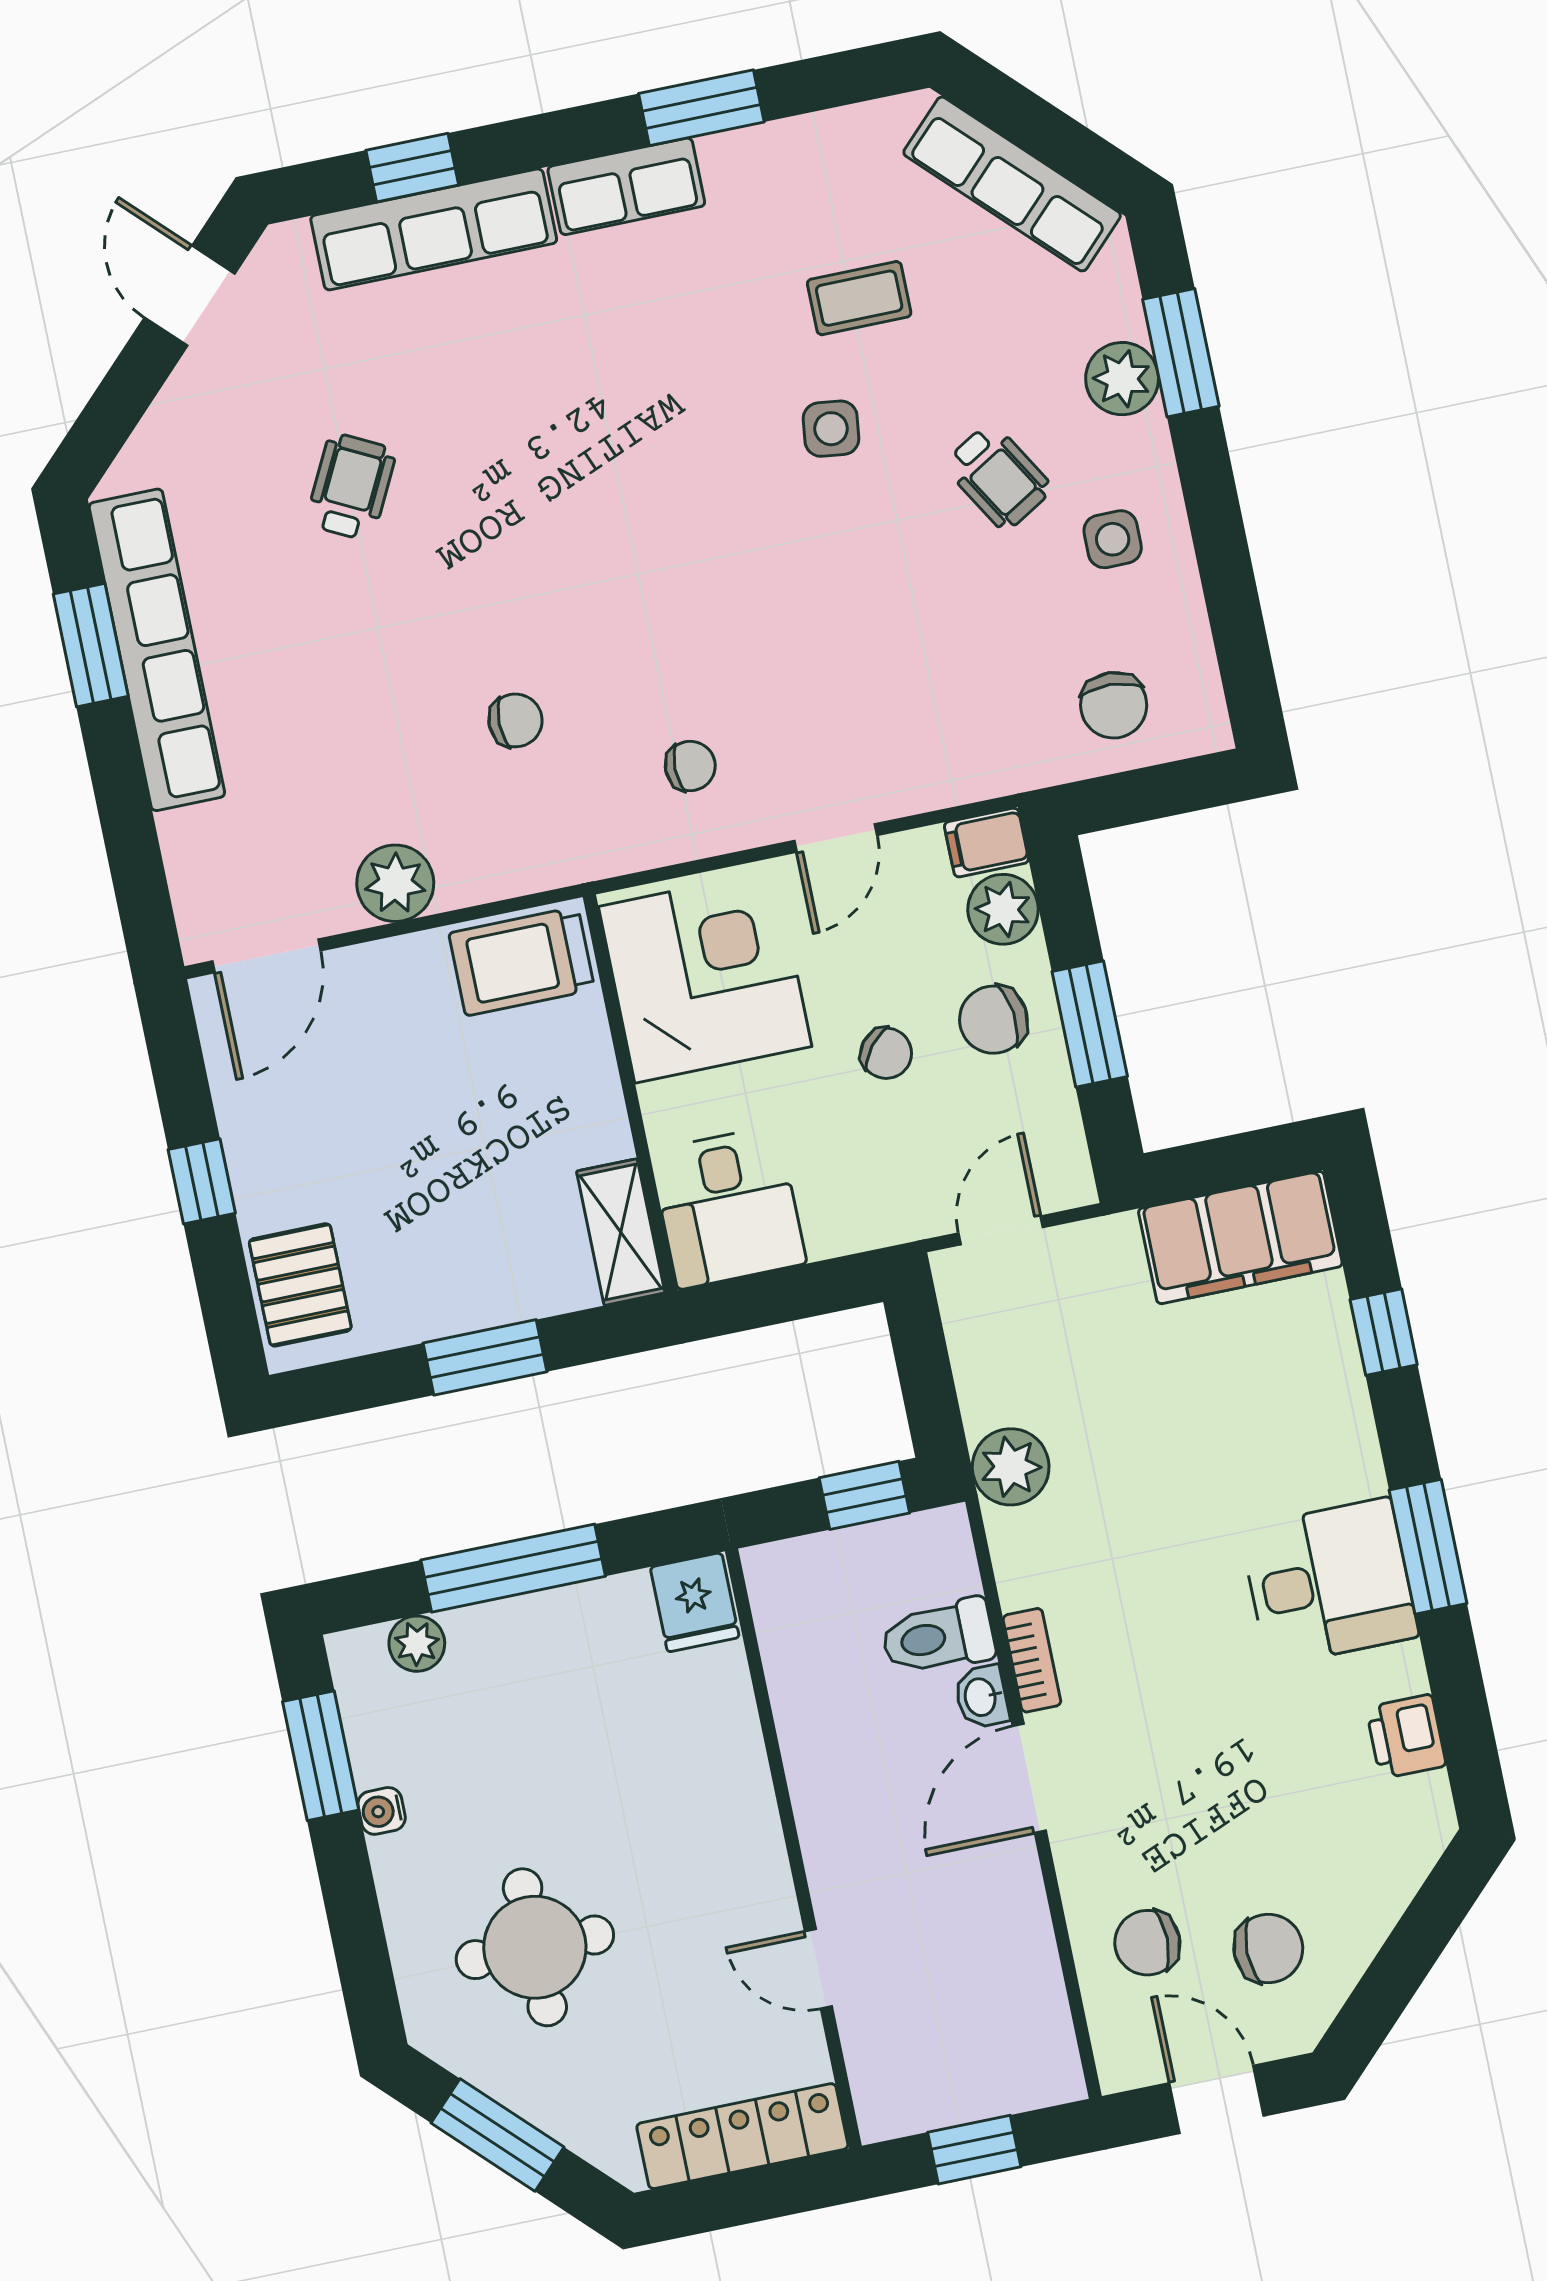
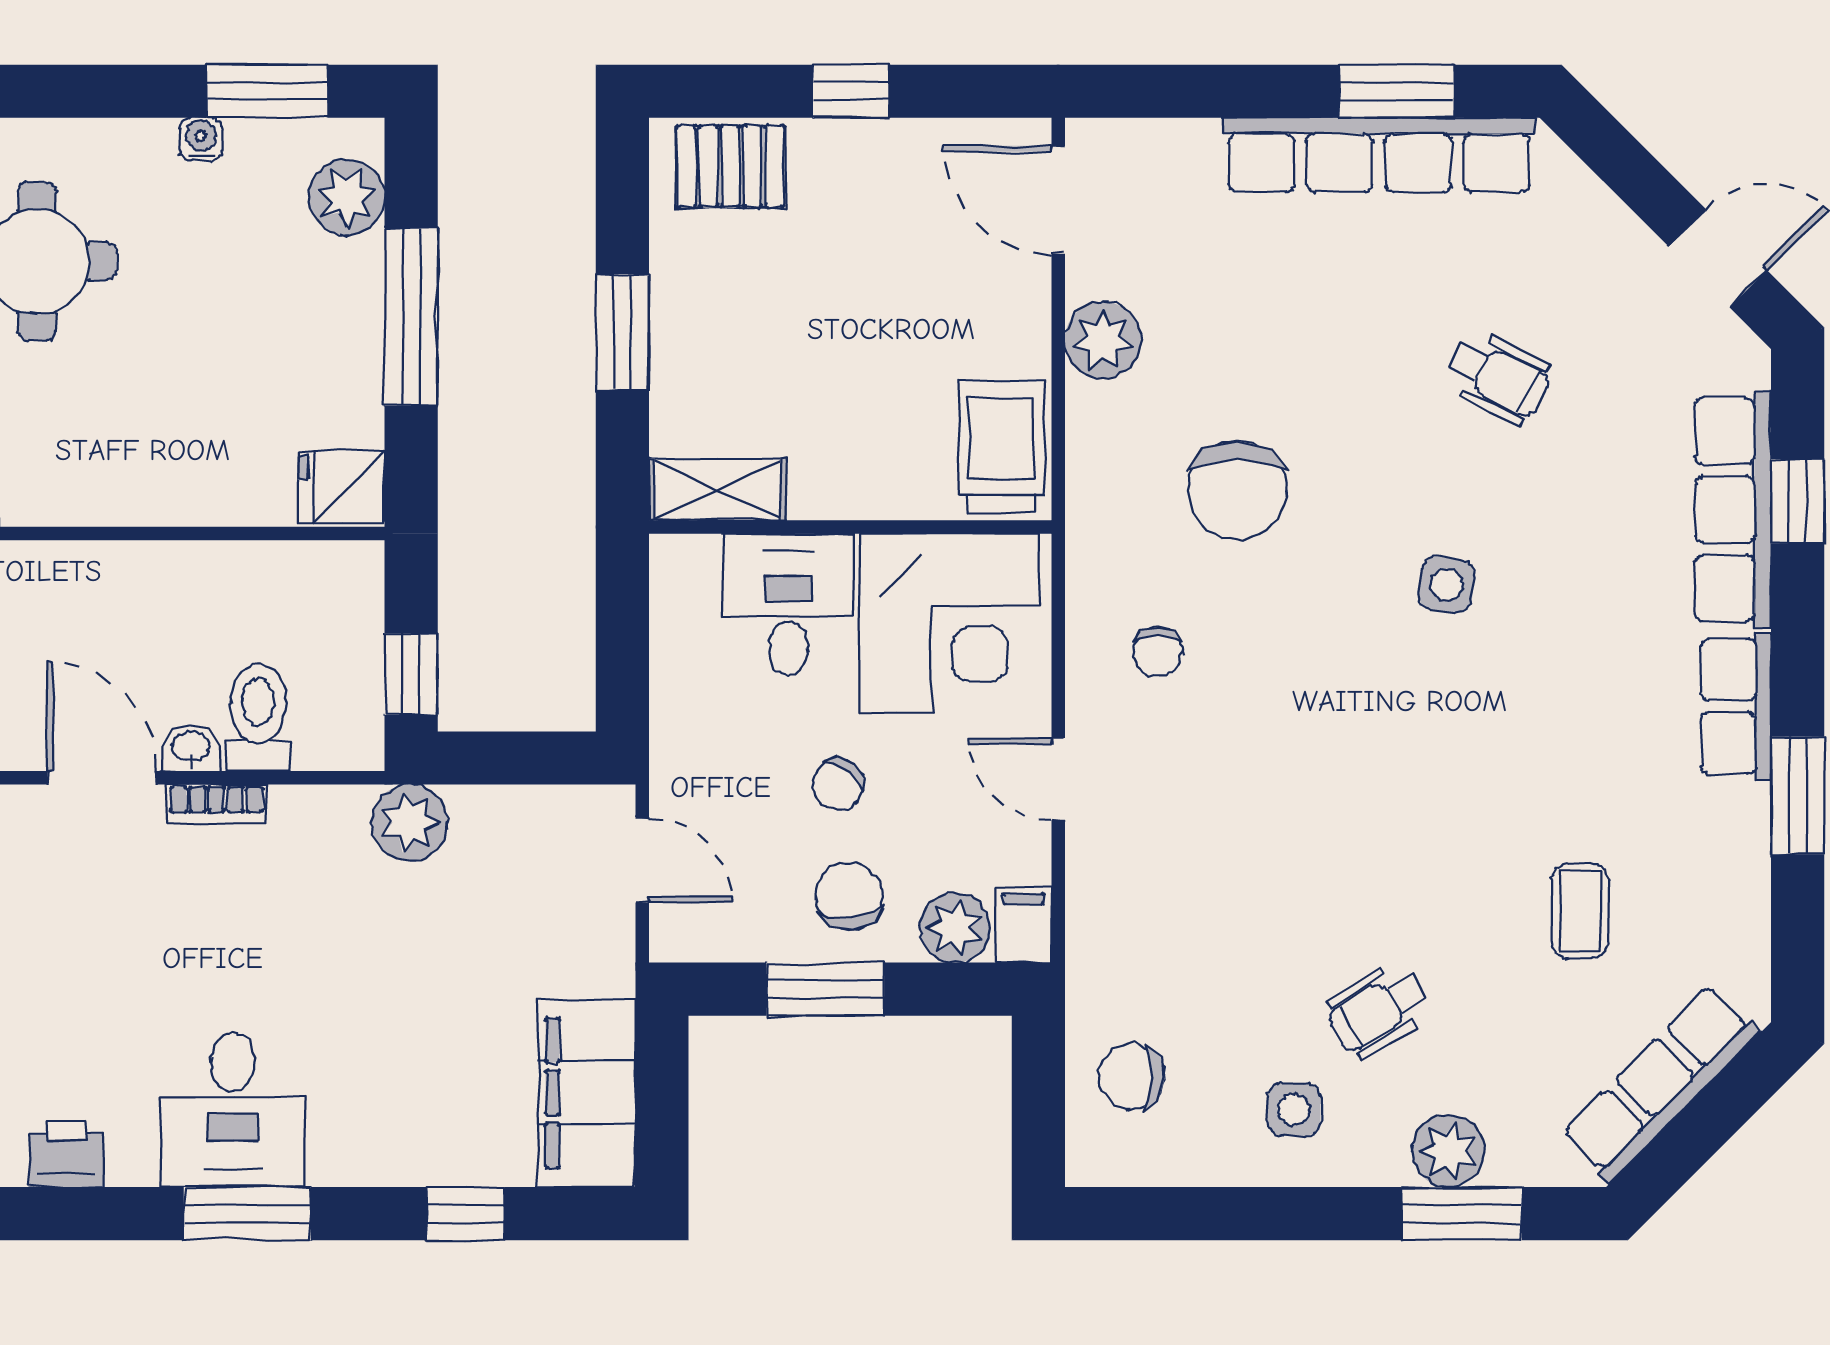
side table: (831, 429) -> (1447, 585), moved
chair: (515, 720) -> (1238, 490), width x1.87, depth x1.87
desk: (728, 1207) -> (788, 604), moved, turned 90
plant: (417, 1644) -> (347, 197), width x1.38, depth x1.38

